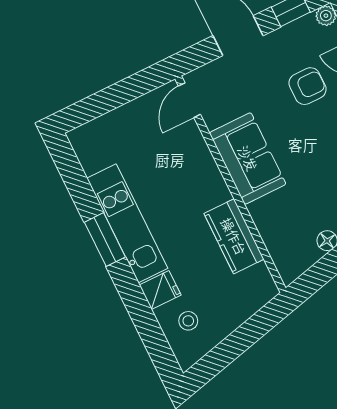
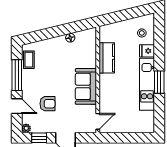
armchair: (308, 86) -> (48, 104), turned 180

